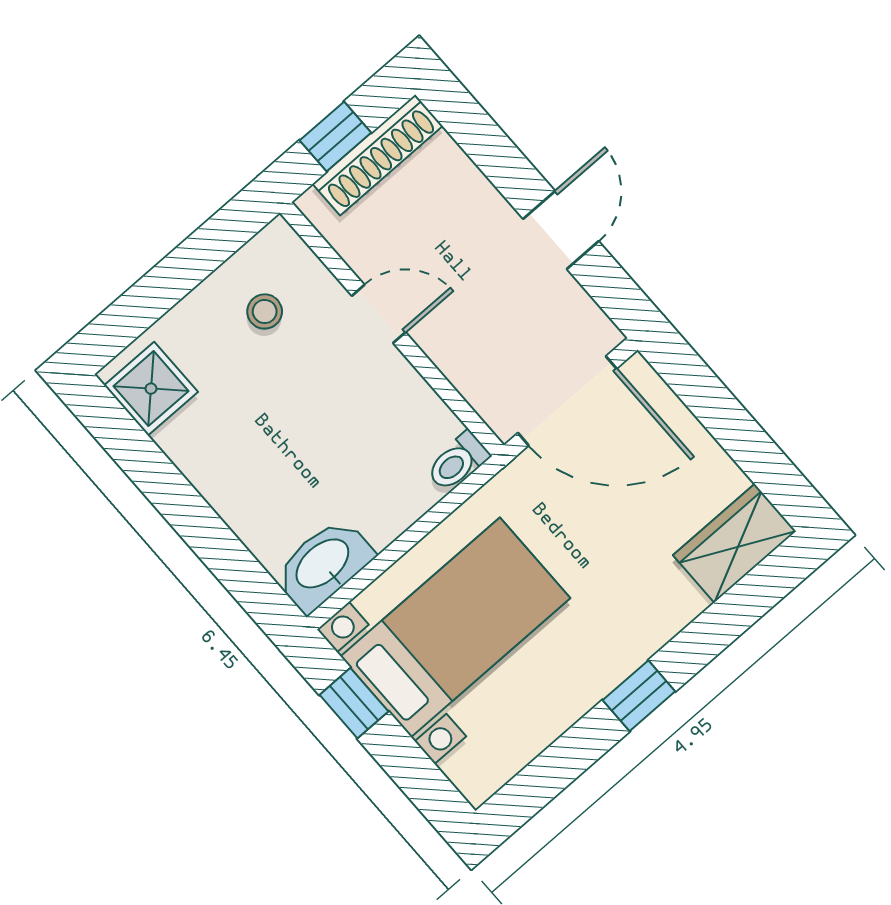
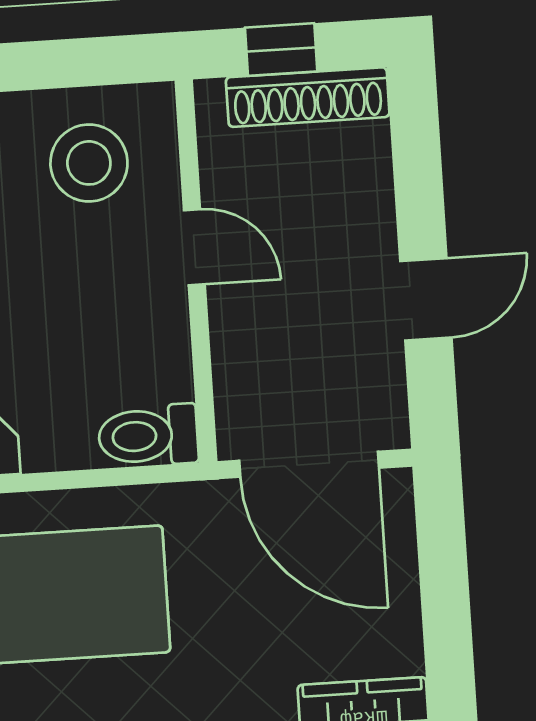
stool: (265, 311) -> (89, 163), width x1.89, depth x1.89
toilet: (458, 462) -> (148, 436), width x1.37, depth x1.39

